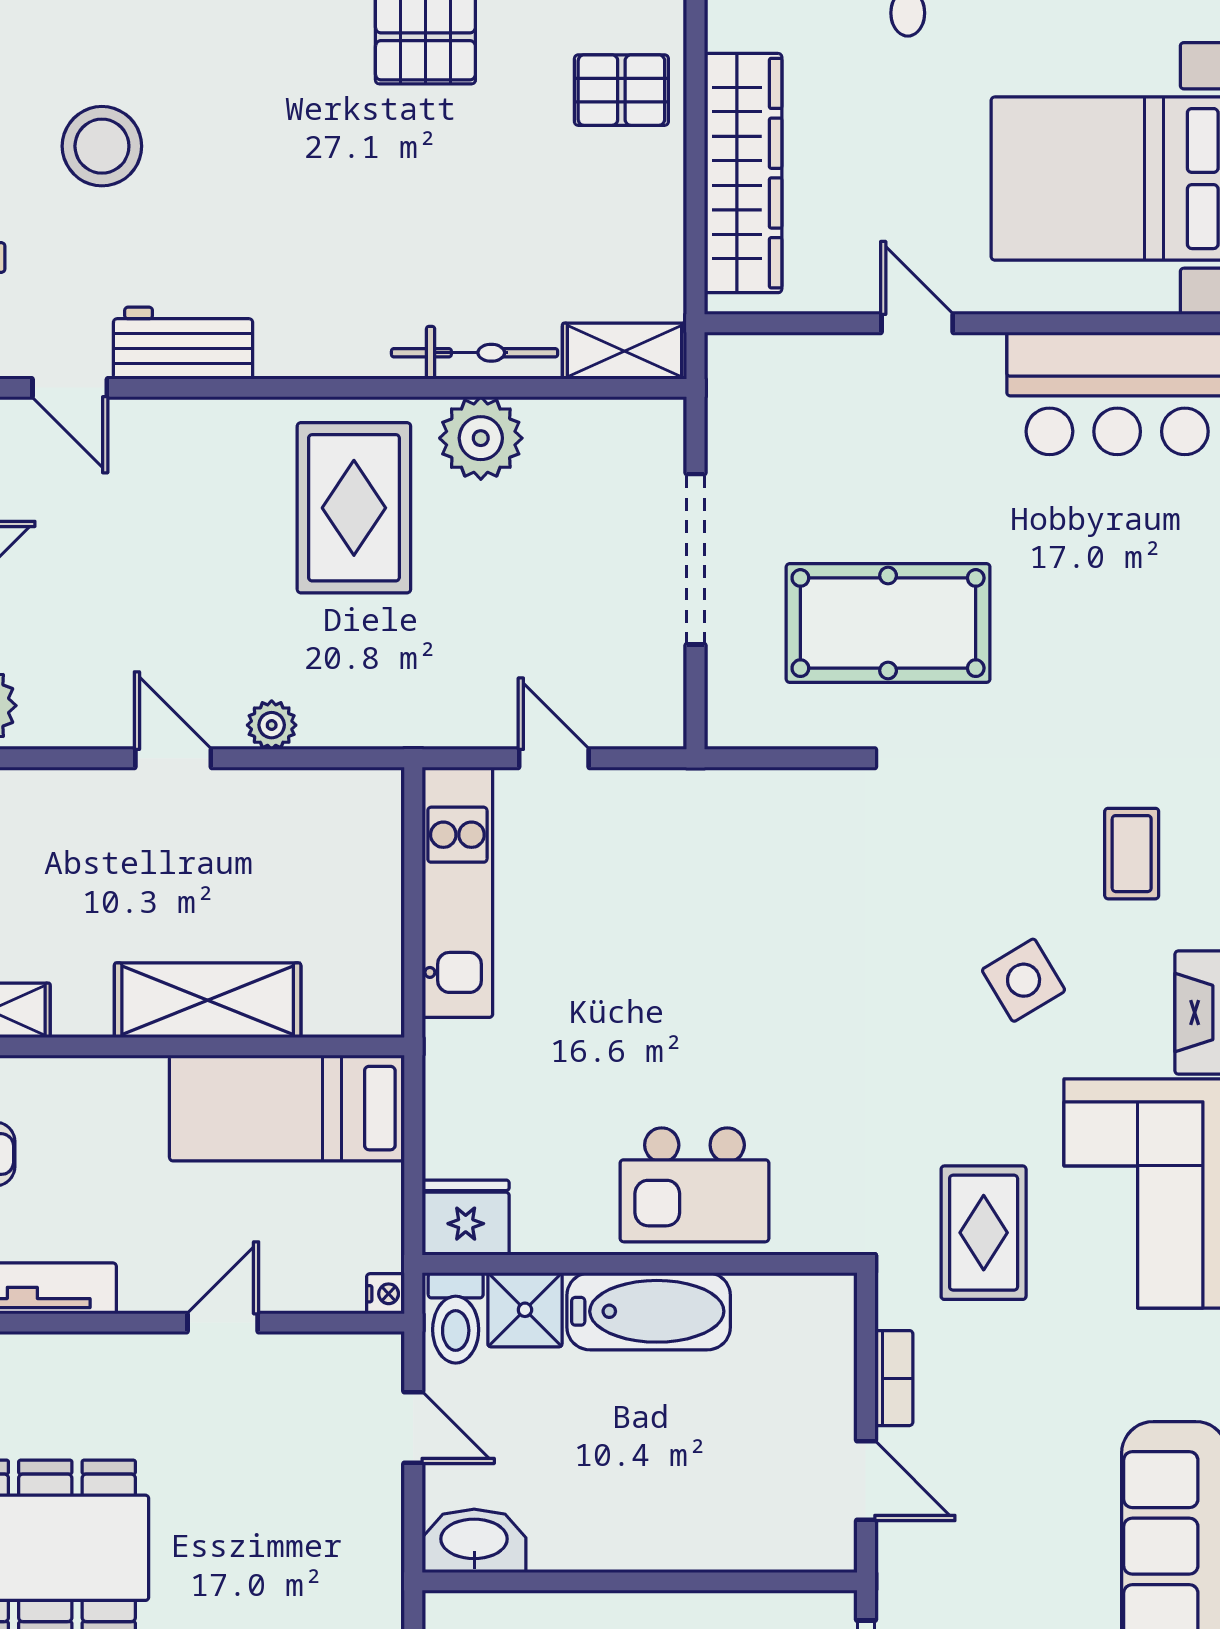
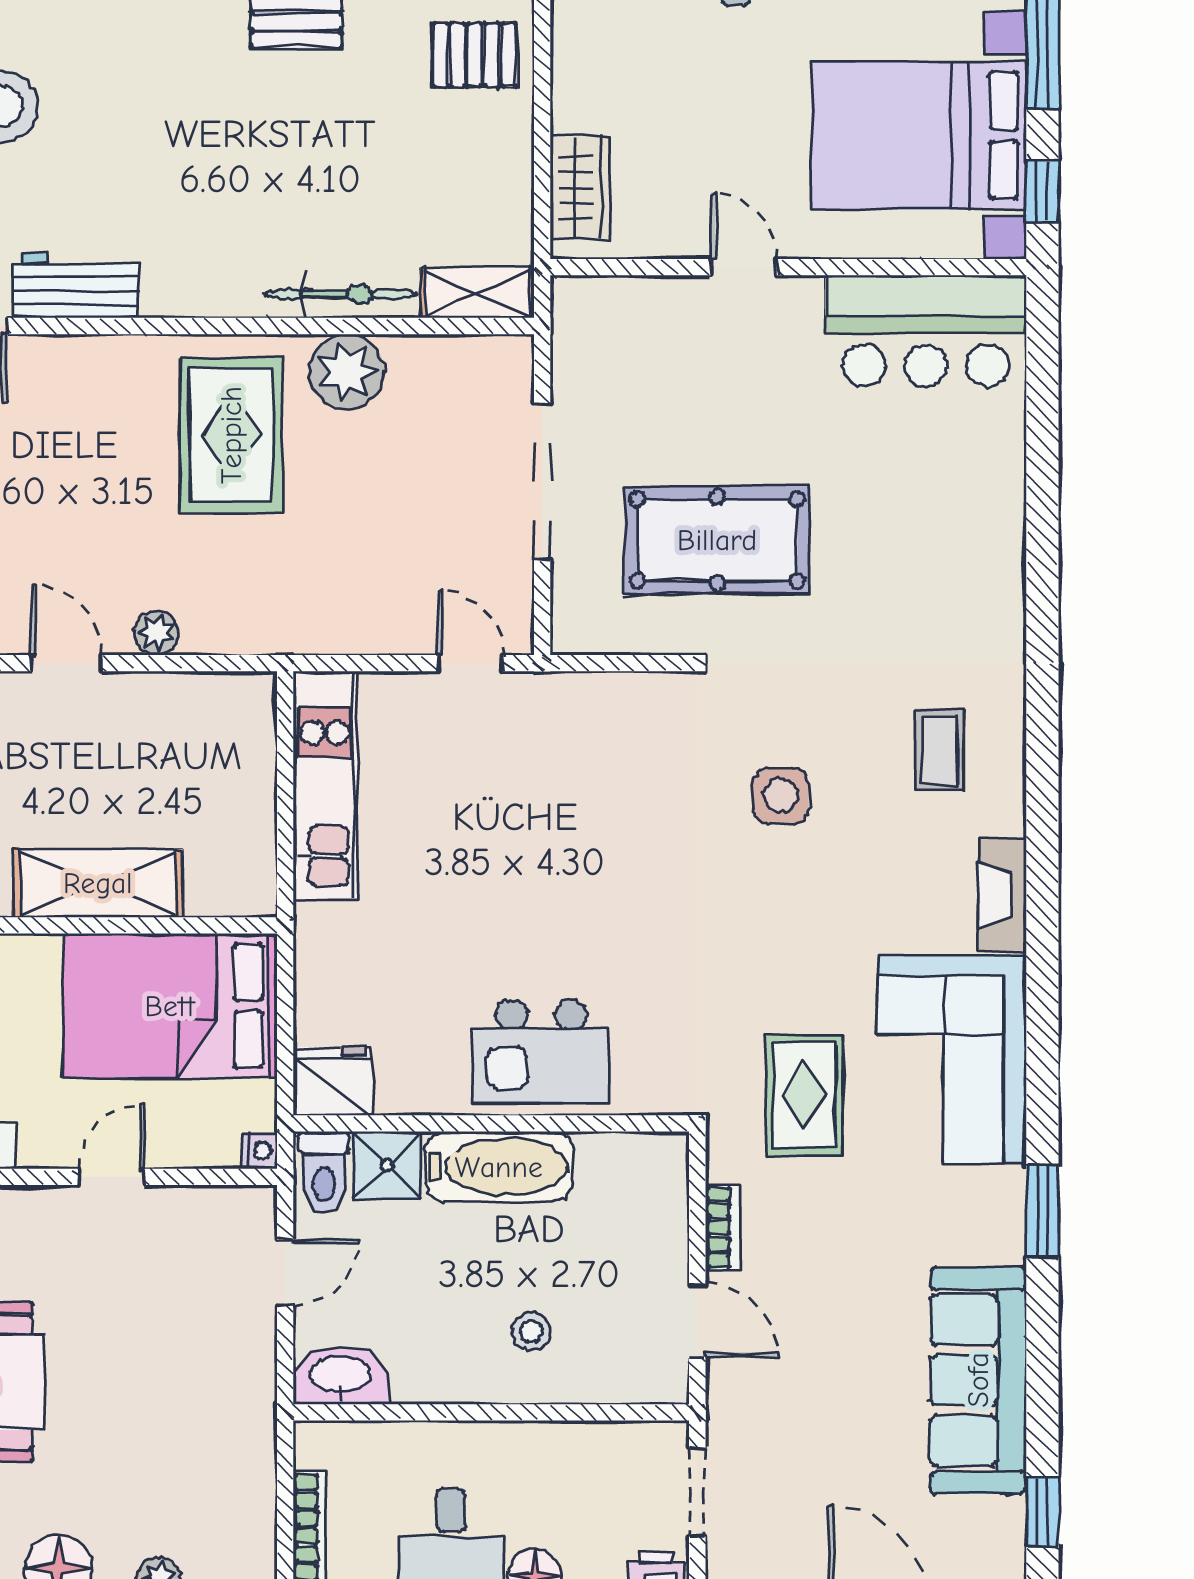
wardrobe: (743, 173) -> (580, 187), width x0.48, depth x0.85
door: (554, 758) -> (470, 663), moved
side table: (1024, 980) -> (781, 796), moved, turned 31
bed: (287, 1108) -> (170, 1006), width x1.50
door: (413, 1427) -> (285, 1272), hinge flipped
stool: (683, 1492) -> (531, 1331), added

